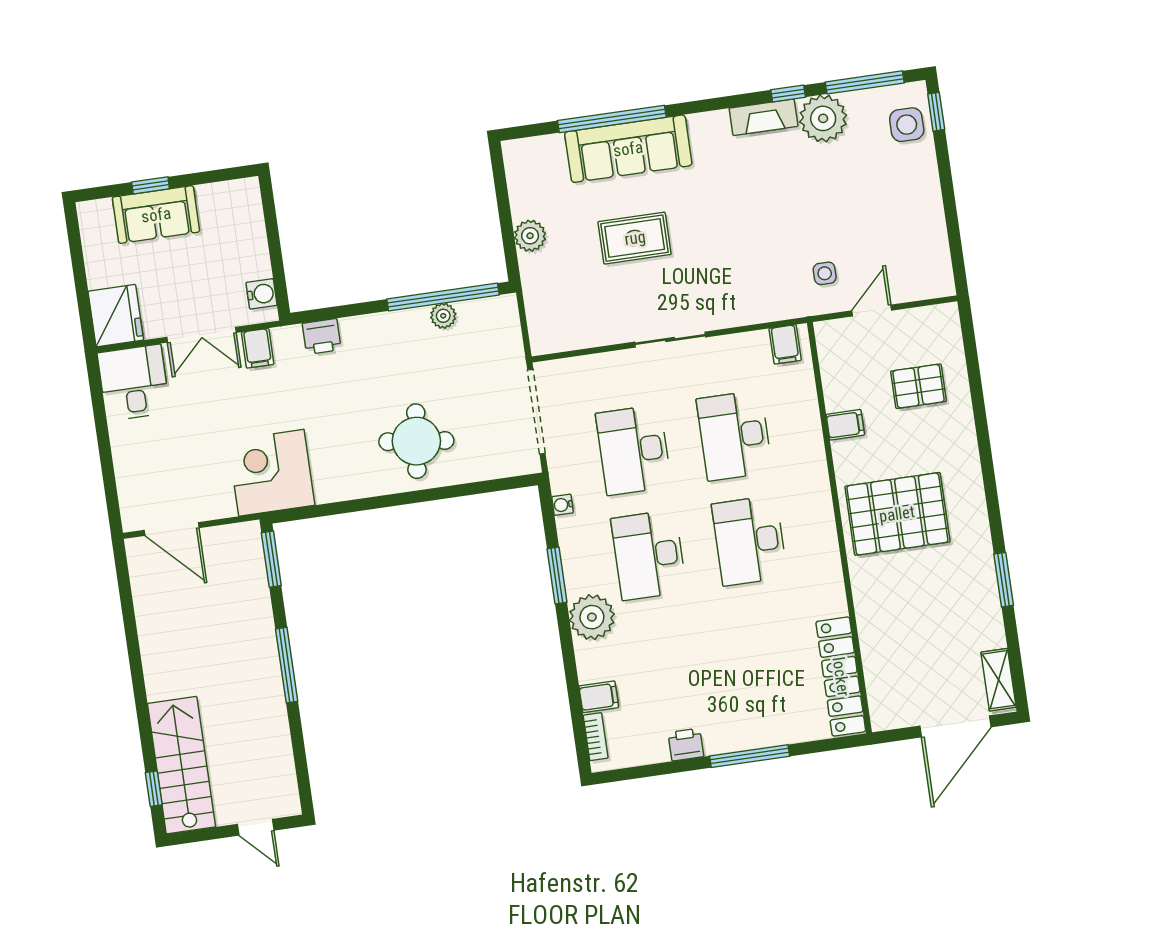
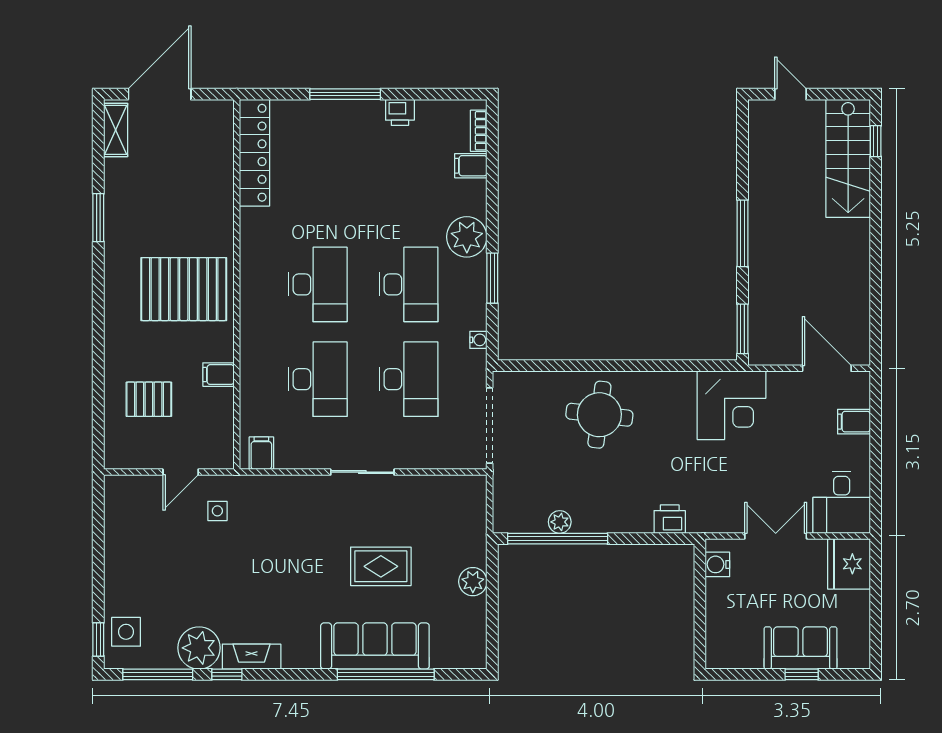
filing cabinet: (258, 348) -> (854, 422), moved, turned -90

